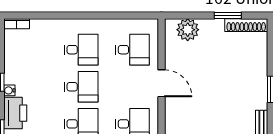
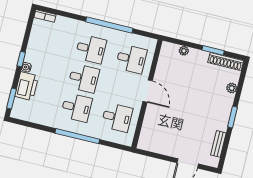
window: (96, 16) -> (109, 25), added
plant: (188, 30) -> (184, 51), width x0.53, depth x0.53
plant: (261, 55) -> (232, 88), added

